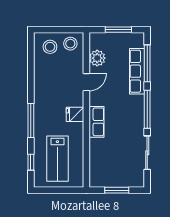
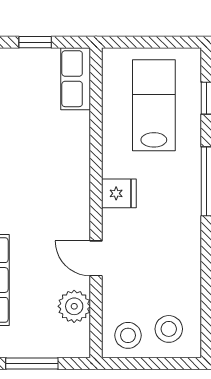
door: (86, 82) -> (96, 258), hinge flipped
row of seats: (97, 122) -> (76, 79), moved
window: (117, 190) -> (35, 42), width x0.67

